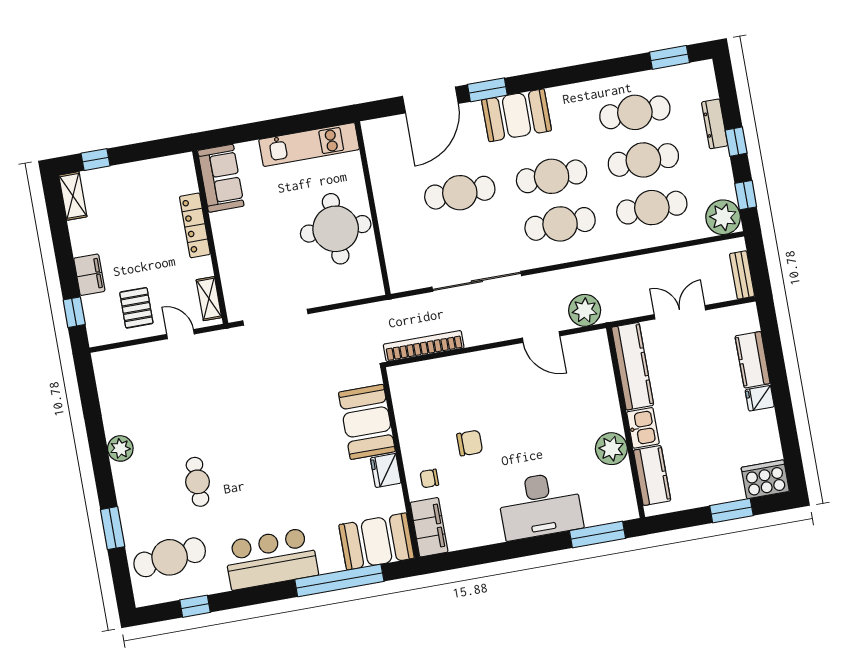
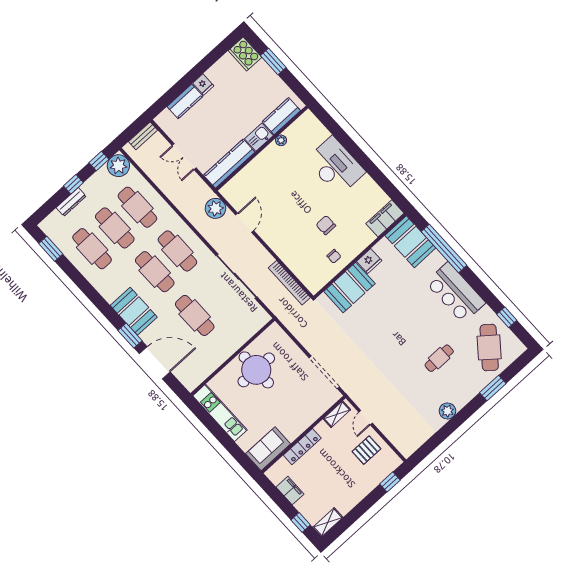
filing cabinet: (89, 275) -> (290, 491), moved, turned 90
plant: (611, 449) -> (281, 140), width x0.53, depth x0.53
chair: (429, 478) -> (334, 256), moved
window: (598, 534) -> (332, 125), removed
cafe table: (170, 557) -> (489, 347), turned 45

